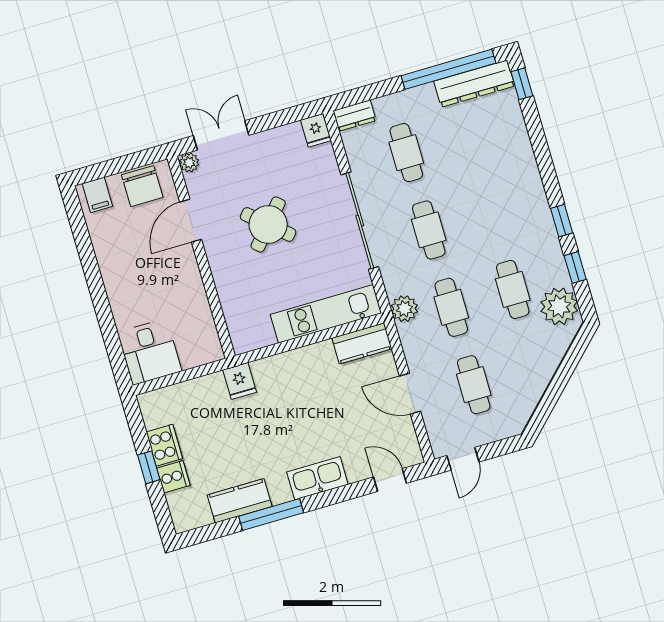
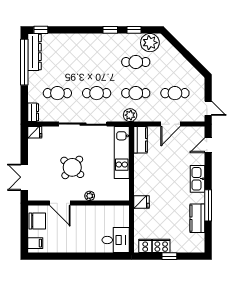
plant: (189, 163) -> (90, 196), moved
cooker: (173, 477) -> (145, 246), moved

